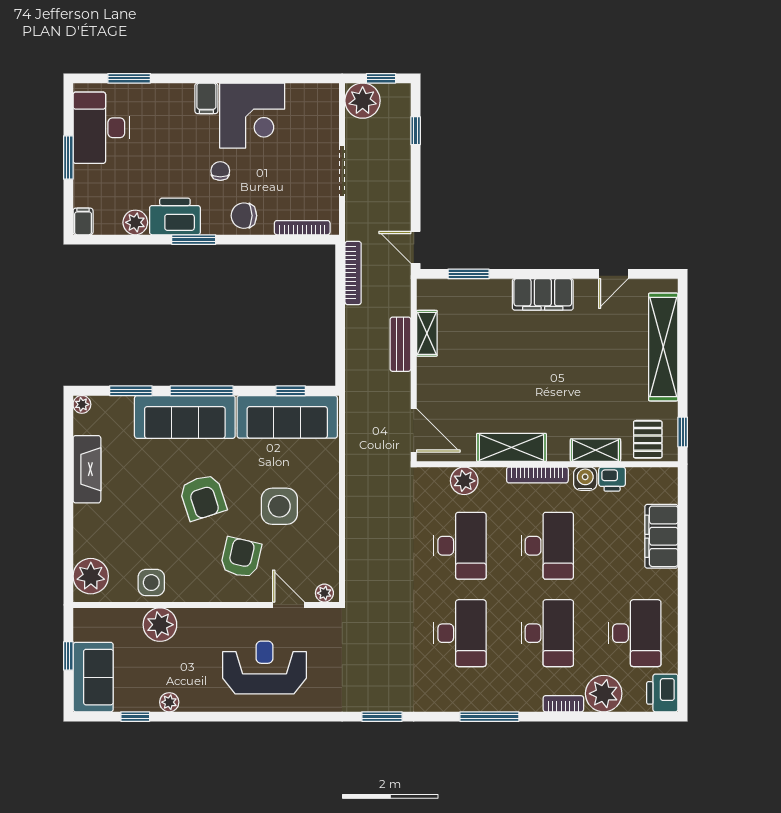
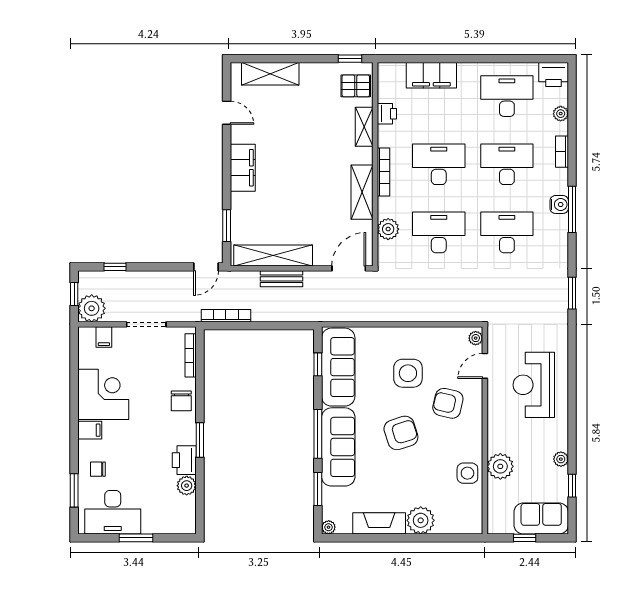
chair: (220, 171) -> (98, 469), moved
printer: (175, 216) -> (184, 460), width x0.73, depth x0.84
filing cabinet: (83, 221) -> (104, 337), moved, turned -90
shelving: (427, 333) -> (273, 256), width x2.20, depth x1.33
shelving: (663, 347) -> (270, 74), width x0.68
water cooler: (585, 479) -> (559, 204), moved, turned 180
plant: (91, 576) -> (421, 520), moved
plant: (604, 694) -> (561, 114), width x0.53, depth x0.53

